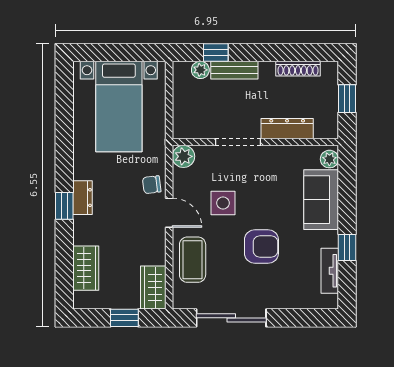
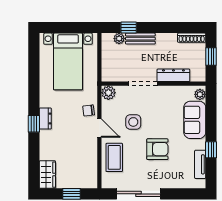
shoe rack: (298, 69) -> (192, 38), moved
wardrobe: (86, 268) -> (47, 175), moved
wardrobe: (153, 288) -> (90, 175), removed

